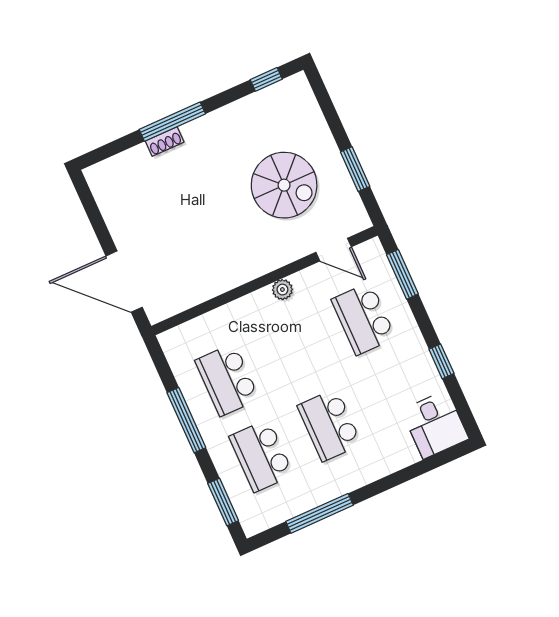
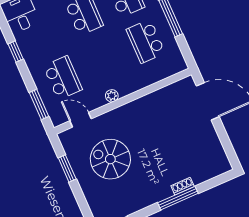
school desk: (227, 380) -> (146, 41), turned 180

